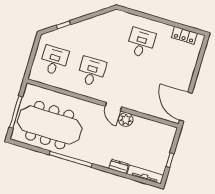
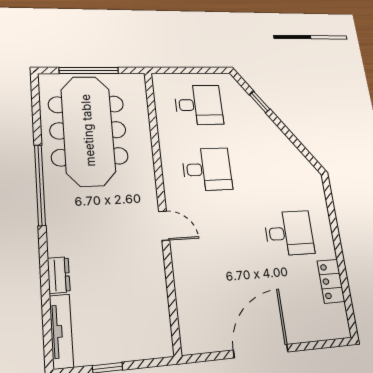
locker: (184, 35) -> (331, 281), moved
door: (113, 107) -> (164, 226), swing flipped
door: (186, 107) -> (261, 351), moved
plant: (126, 120) -> (150, 256), removed

